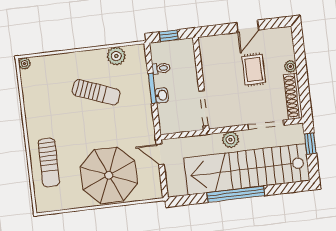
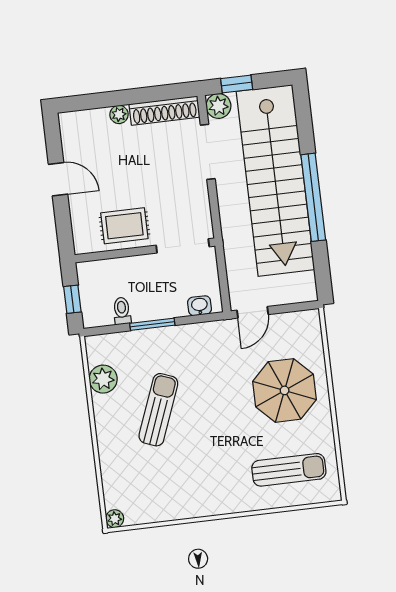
rug: (254, 70) -> (124, 226), moved
washbasin: (162, 95) -> (199, 306), moved
plant: (230, 140) -> (218, 106), moved
sun lounger: (49, 163) -> (289, 470), moved
parasol: (109, 175) -> (285, 390), width x0.73, depth x0.73

